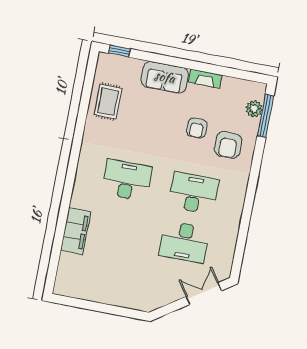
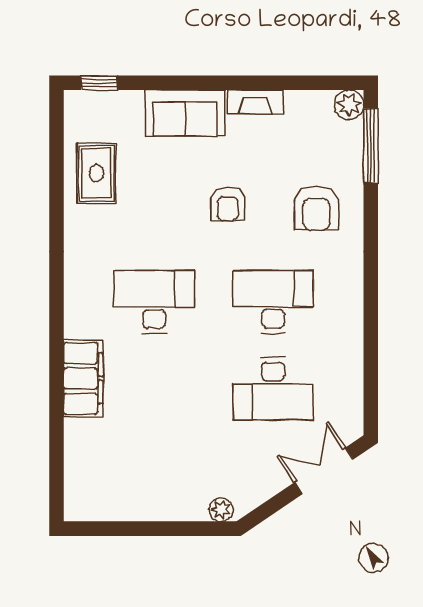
plant: (254, 109) -> (349, 105), moved
armchair: (197, 128) -> (228, 204), moved
filing cabinet: (76, 231) -> (83, 378), moved
plant: (142, 304) -> (221, 510), added

